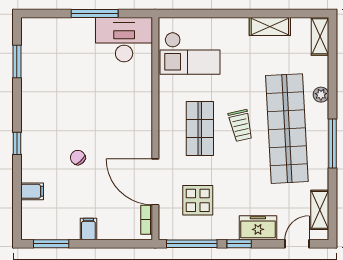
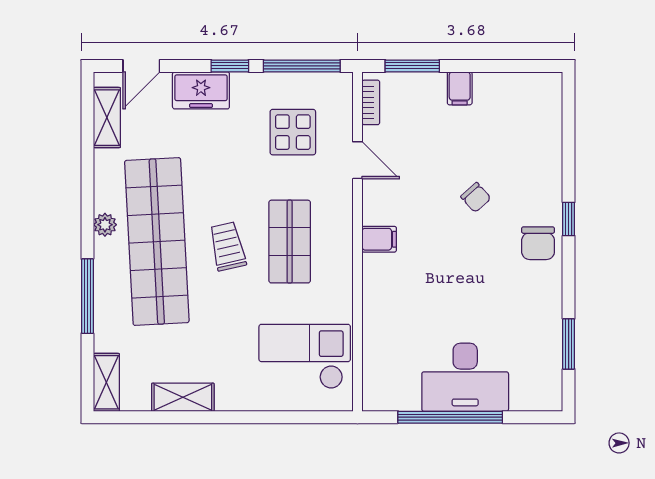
window: (95, 13) -> (450, 417), width x1.46
desk: (124, 40) -> (465, 377), moved
plant: (321, 95) -> (105, 225), moved
chair: (37, 128) -> (538, 243), added
window: (332, 144) -> (87, 296), moved
door: (155, 182) -> (358, 160), width x0.53
filing cabinet: (32, 191) -> (379, 239), moved, turned 180
window: (51, 244) -> (412, 66), moved

